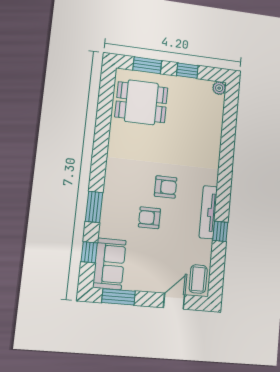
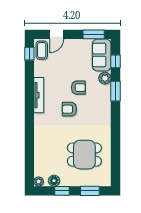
floor lamp: (197, 86) -> (54, 181), added
dining table: (141, 102) -> (84, 155), moved
plant: (108, 228) -> (105, 78), added
window: (220, 231) -> (29, 54), moved

